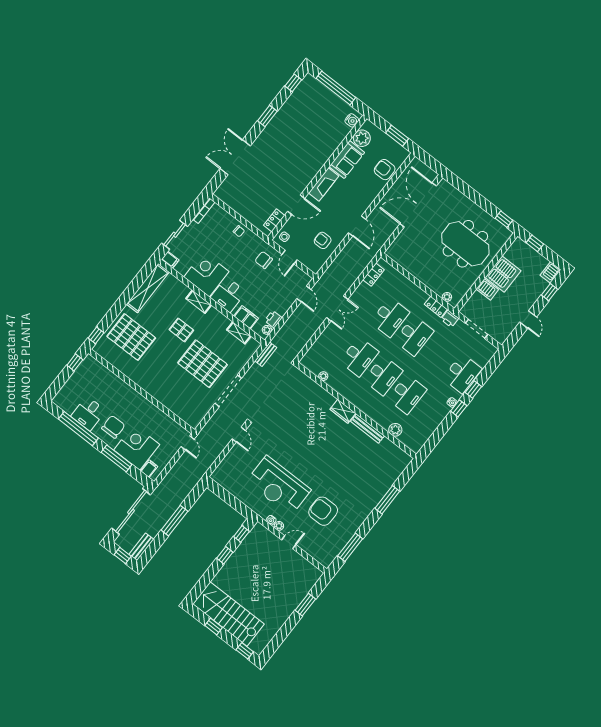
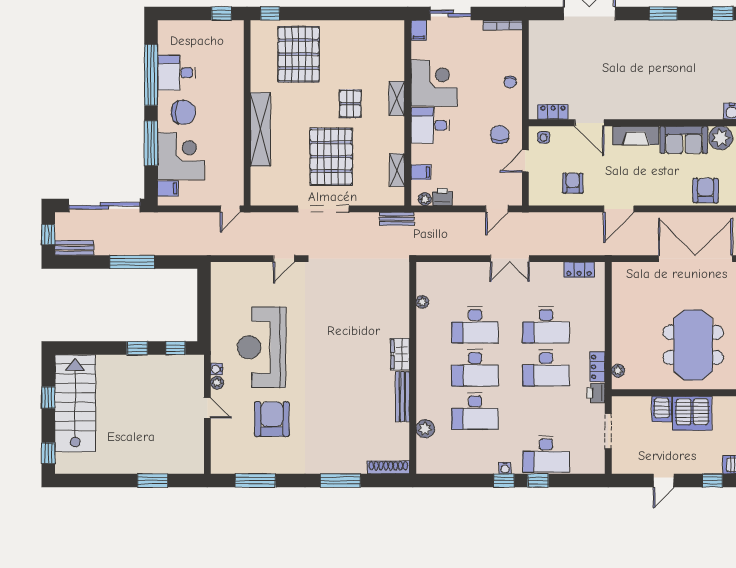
shelving: (148, 288) -> (260, 129), moved, turned 90
filing cabinet: (246, 317) -> (421, 172), width x0.50
shoe rack: (401, 467) -> (388, 467), added

